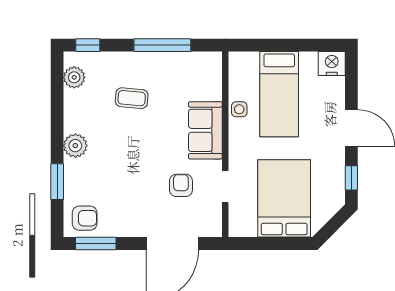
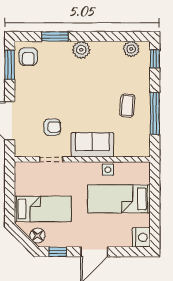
coffee table: (132, 98) -> (127, 106), moved
bed: (284, 198) -> (43, 209), width x0.67
floor lamp: (329, 206) -> (37, 236), added

